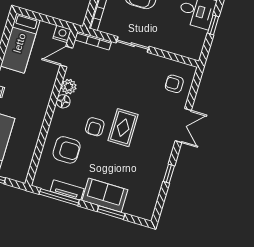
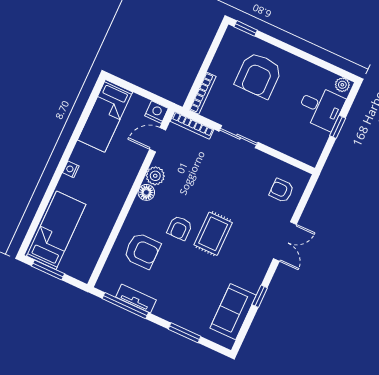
sofa: (105, 195) -> (233, 312), moved, turned -90

